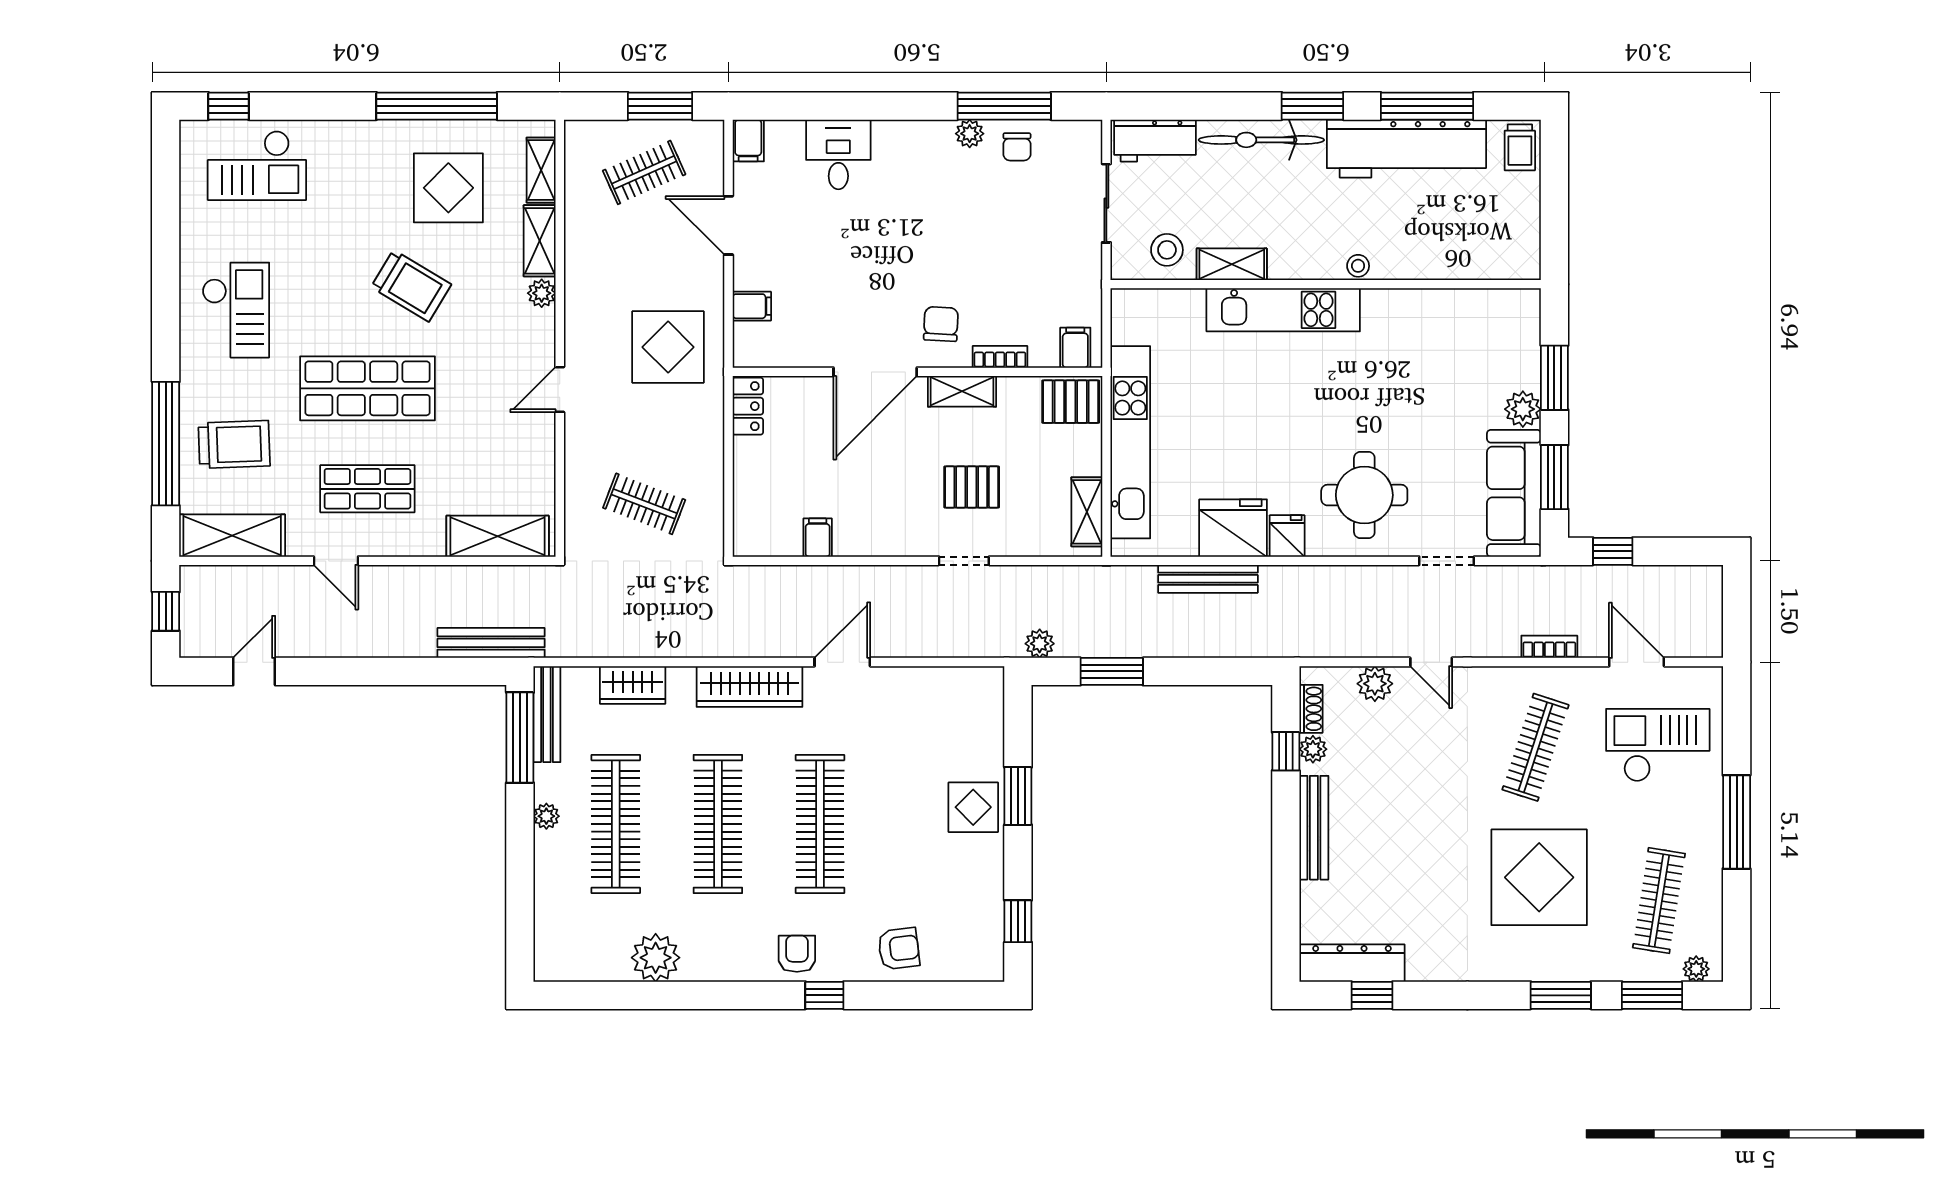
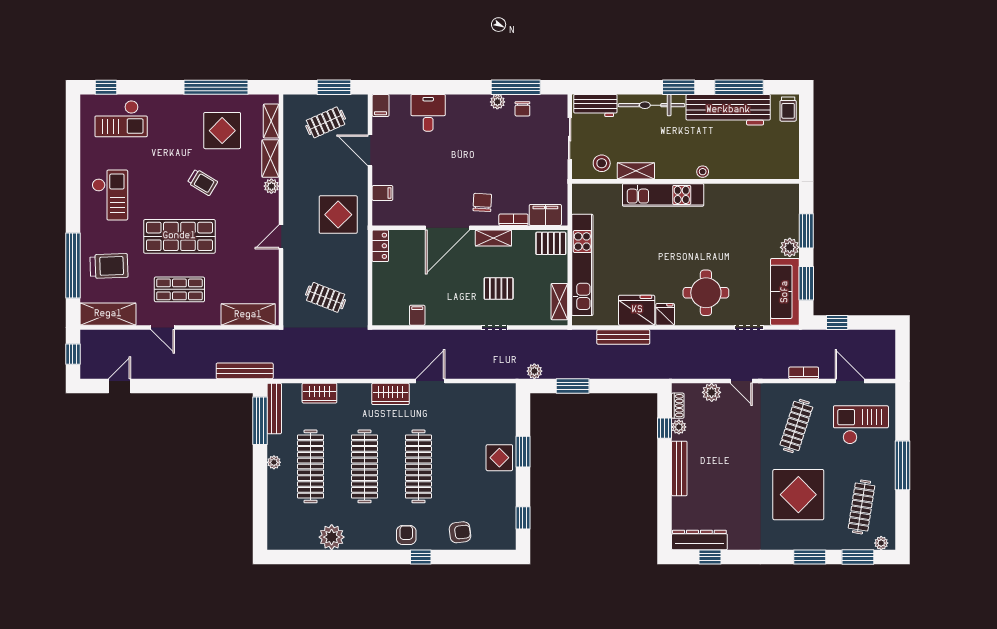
trolley: (411, 286) -> (203, 182), width x0.73, depth x0.72
filing cabinet: (1075, 348) -> (545, 215), width x2.00
wardrobe: (750, 687) -> (391, 394), width x0.67

